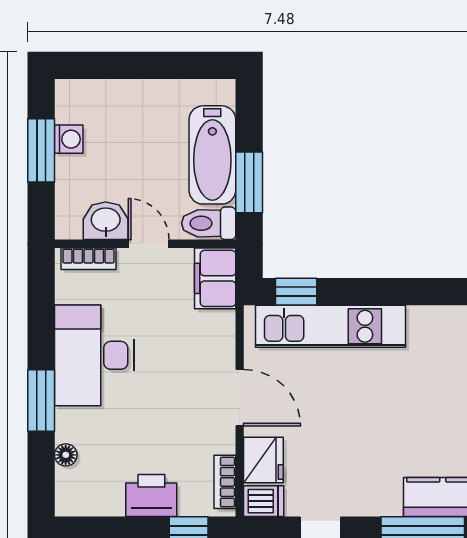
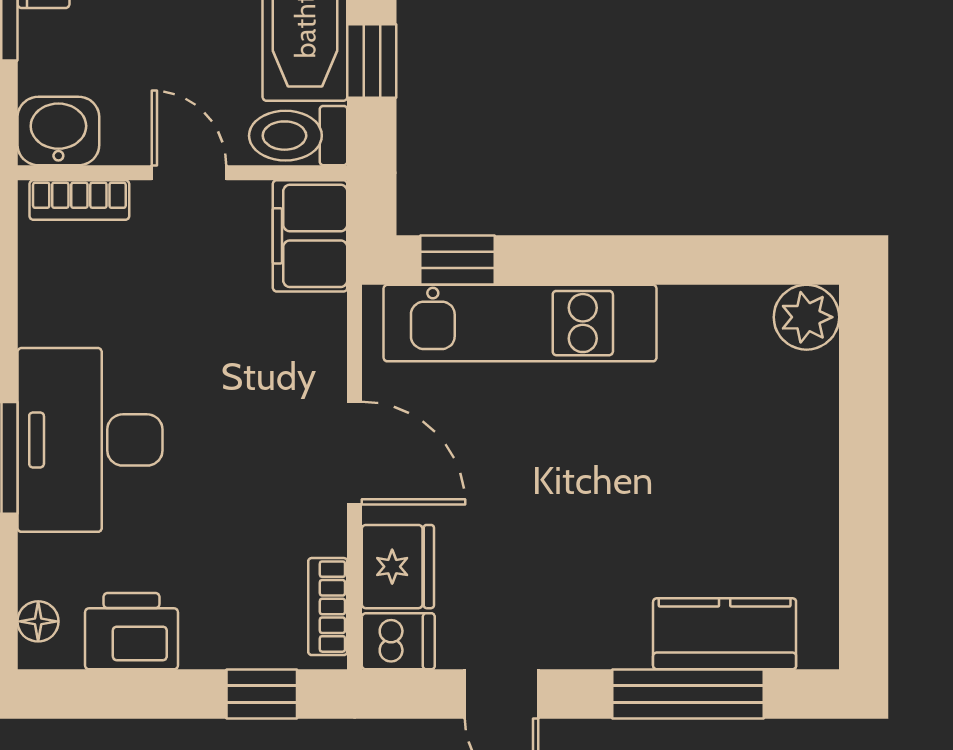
window: (249, 182) -> (372, 61), width x0.67
washbasin: (106, 221) -> (58, 131), moved
desk: (94, 355) -> (90, 440), moved
floor lamp: (66, 455) -> (38, 621), moved
printer: (151, 496) -> (131, 631), moved

